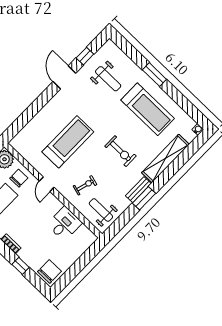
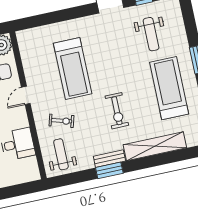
treadmill: (148, 109) -> (169, 88), turned 180
treadmill: (68, 142) -> (73, 69), turned 90

